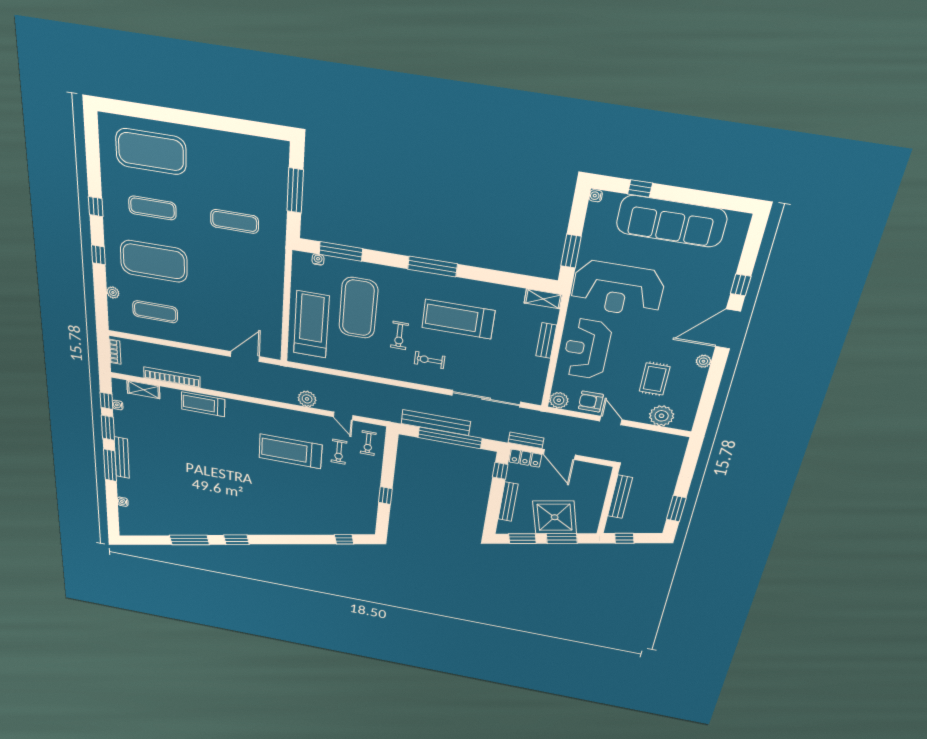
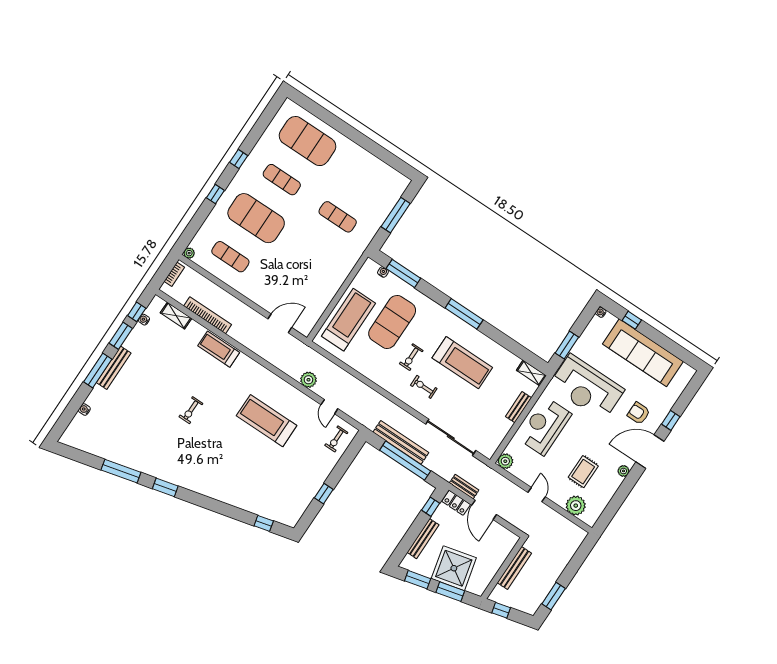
plant: (113, 293) -> (189, 253), moved
treadmill: (458, 319) -> (462, 363), turned 180
armchair: (591, 402) -> (639, 413), moved
exercise bike: (339, 452) -> (191, 410), moved

